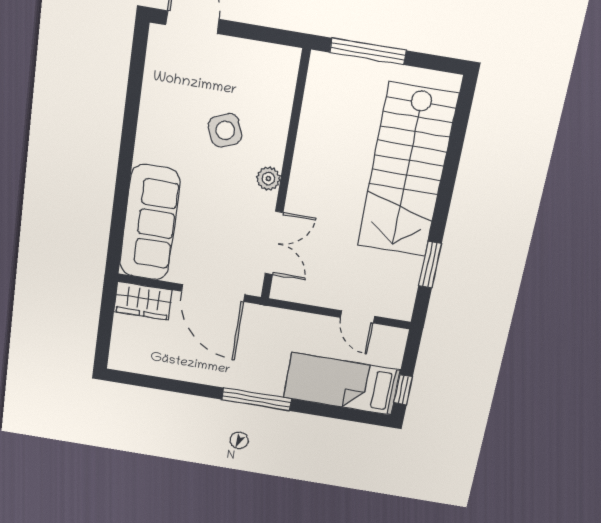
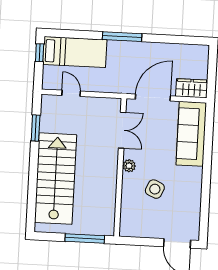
side table: (225, 130) -> (155, 189), turned 45
double door: (274, 243) -> (122, 130), swing flipped
door: (213, 293) -> (153, 98), hinge flipped

